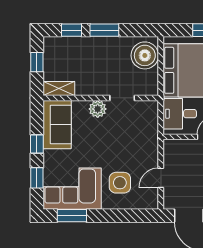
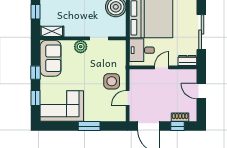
side table: (120, 183) -> (112, 81), moved
window: (72, 216) -> (89, 126), moved

